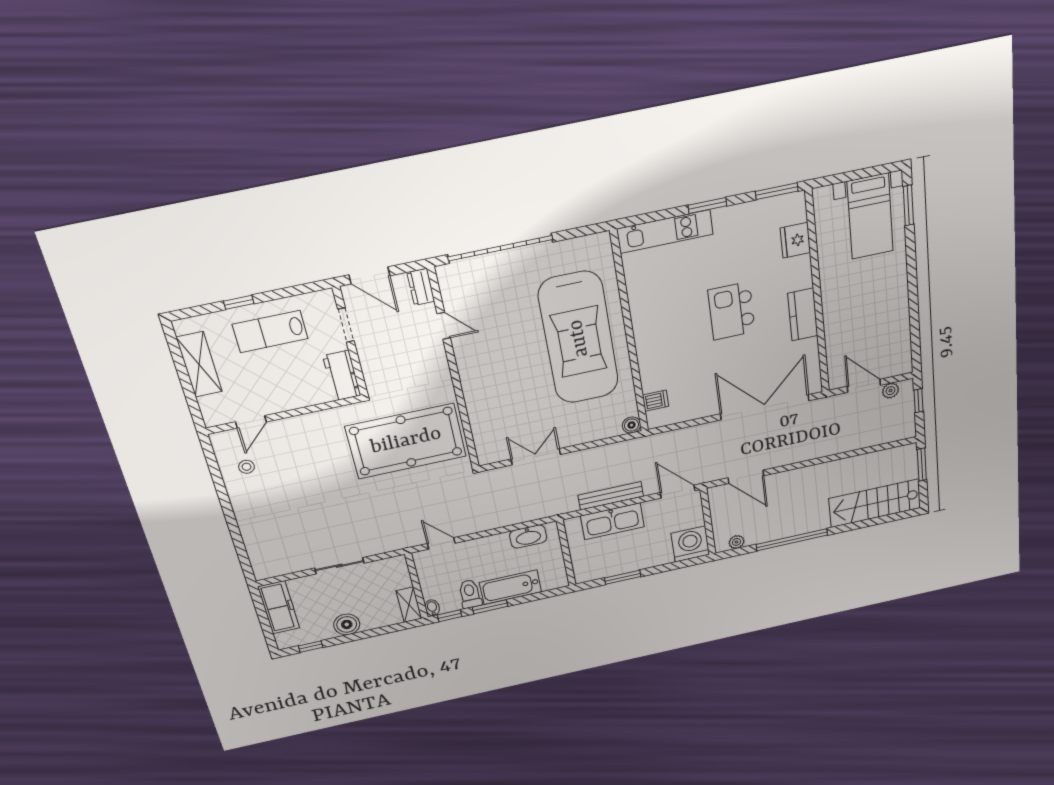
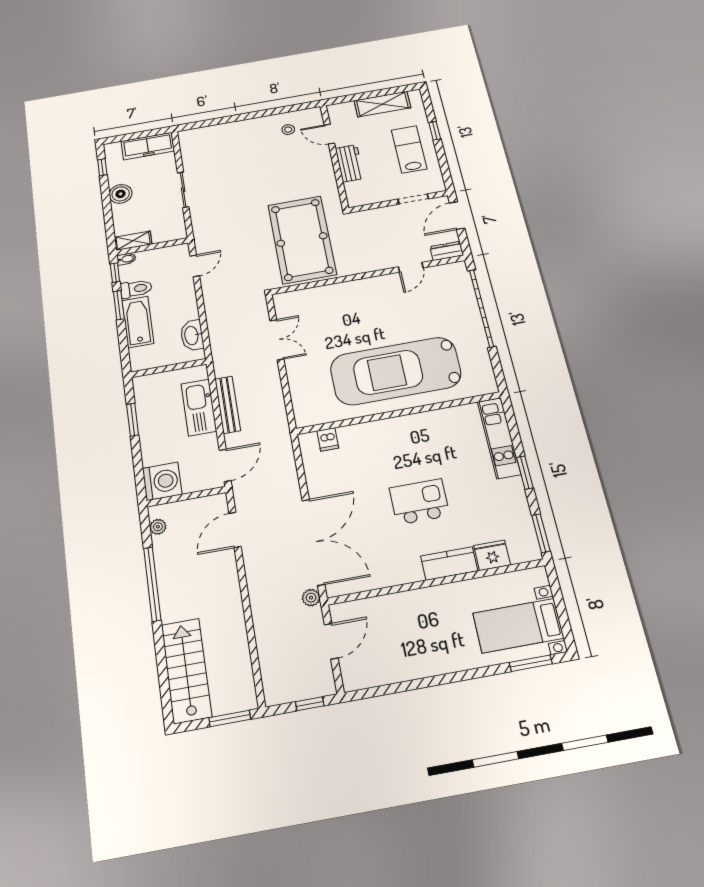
kitchen counter: (803, 315) -> (449, 563), moved
workbench: (342, 376) -> (350, 163), moved, turned 90
plant: (890, 391) -> (311, 598), moved
boiler: (632, 425) -> (303, 419), removed

